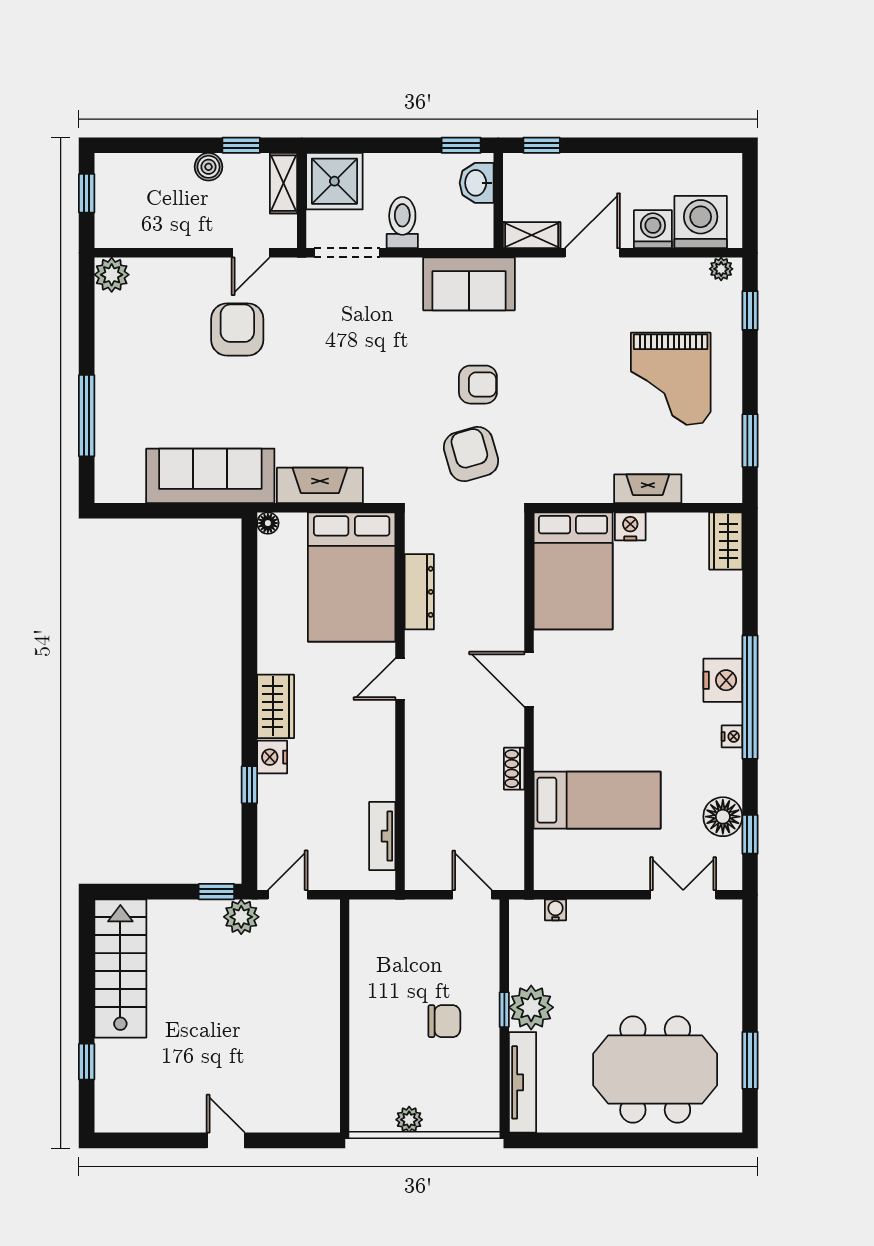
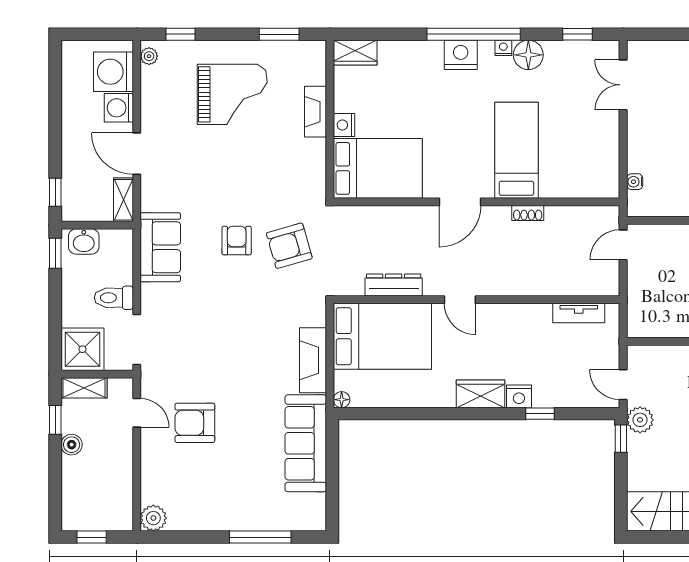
bed: (597, 800) -> (516, 150), moved
floor lamp: (723, 817) -> (528, 55), moved

